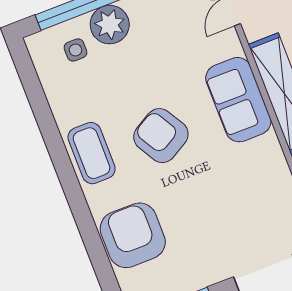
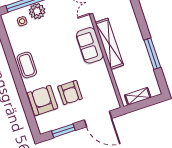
armchair: (161, 136) -> (70, 93), moved, turned -150

